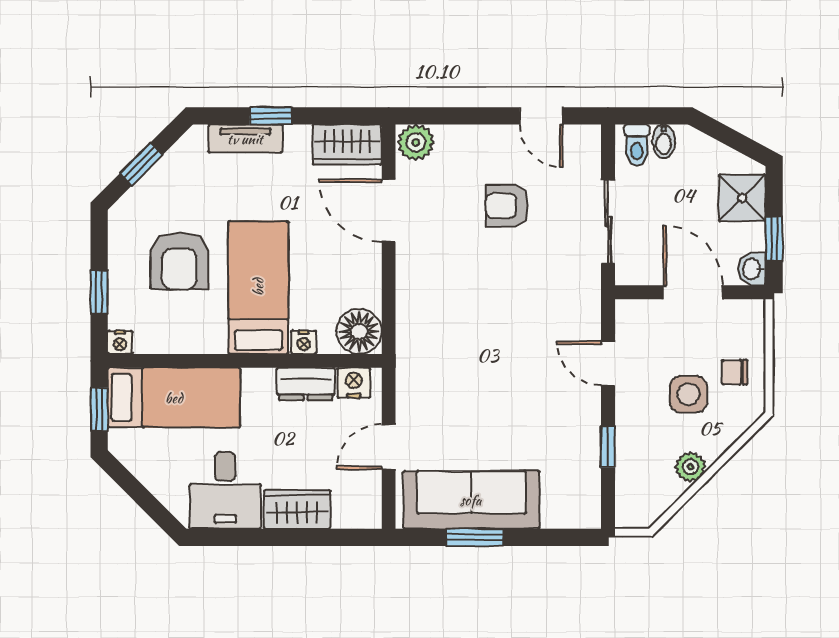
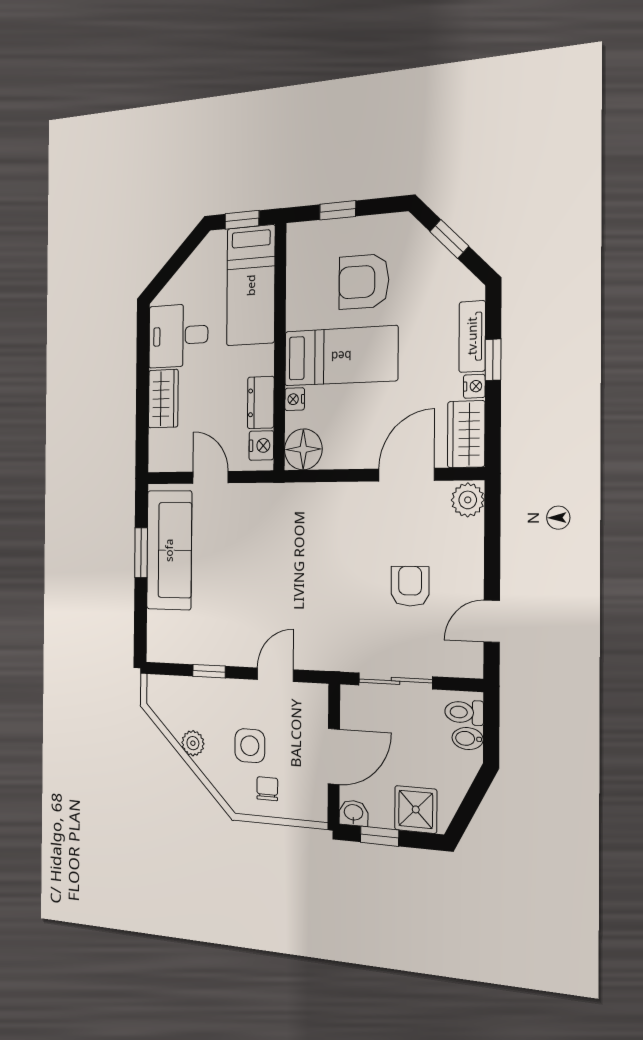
nightstand: (120, 342) -> (474, 386), moved, turned 180

